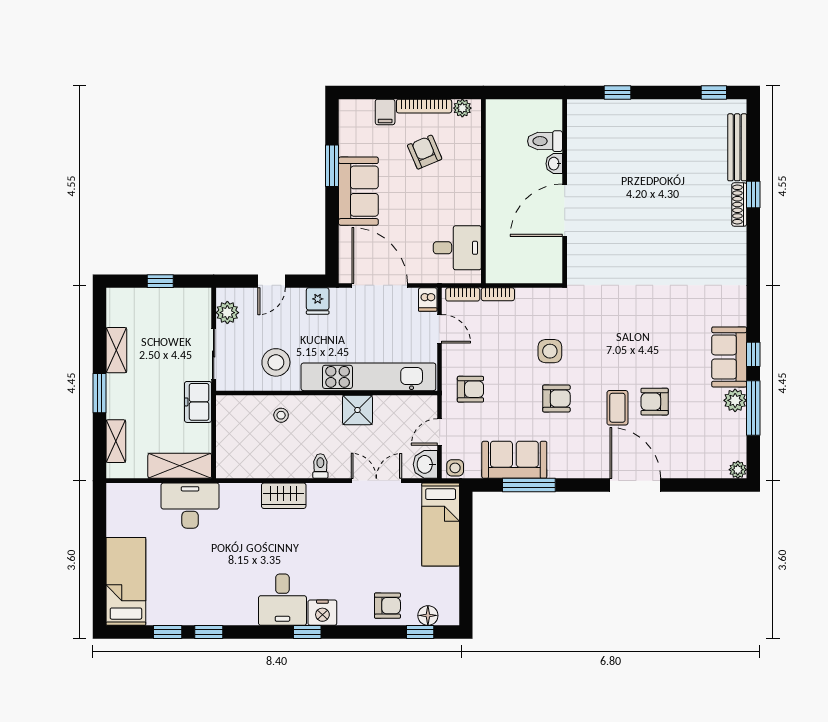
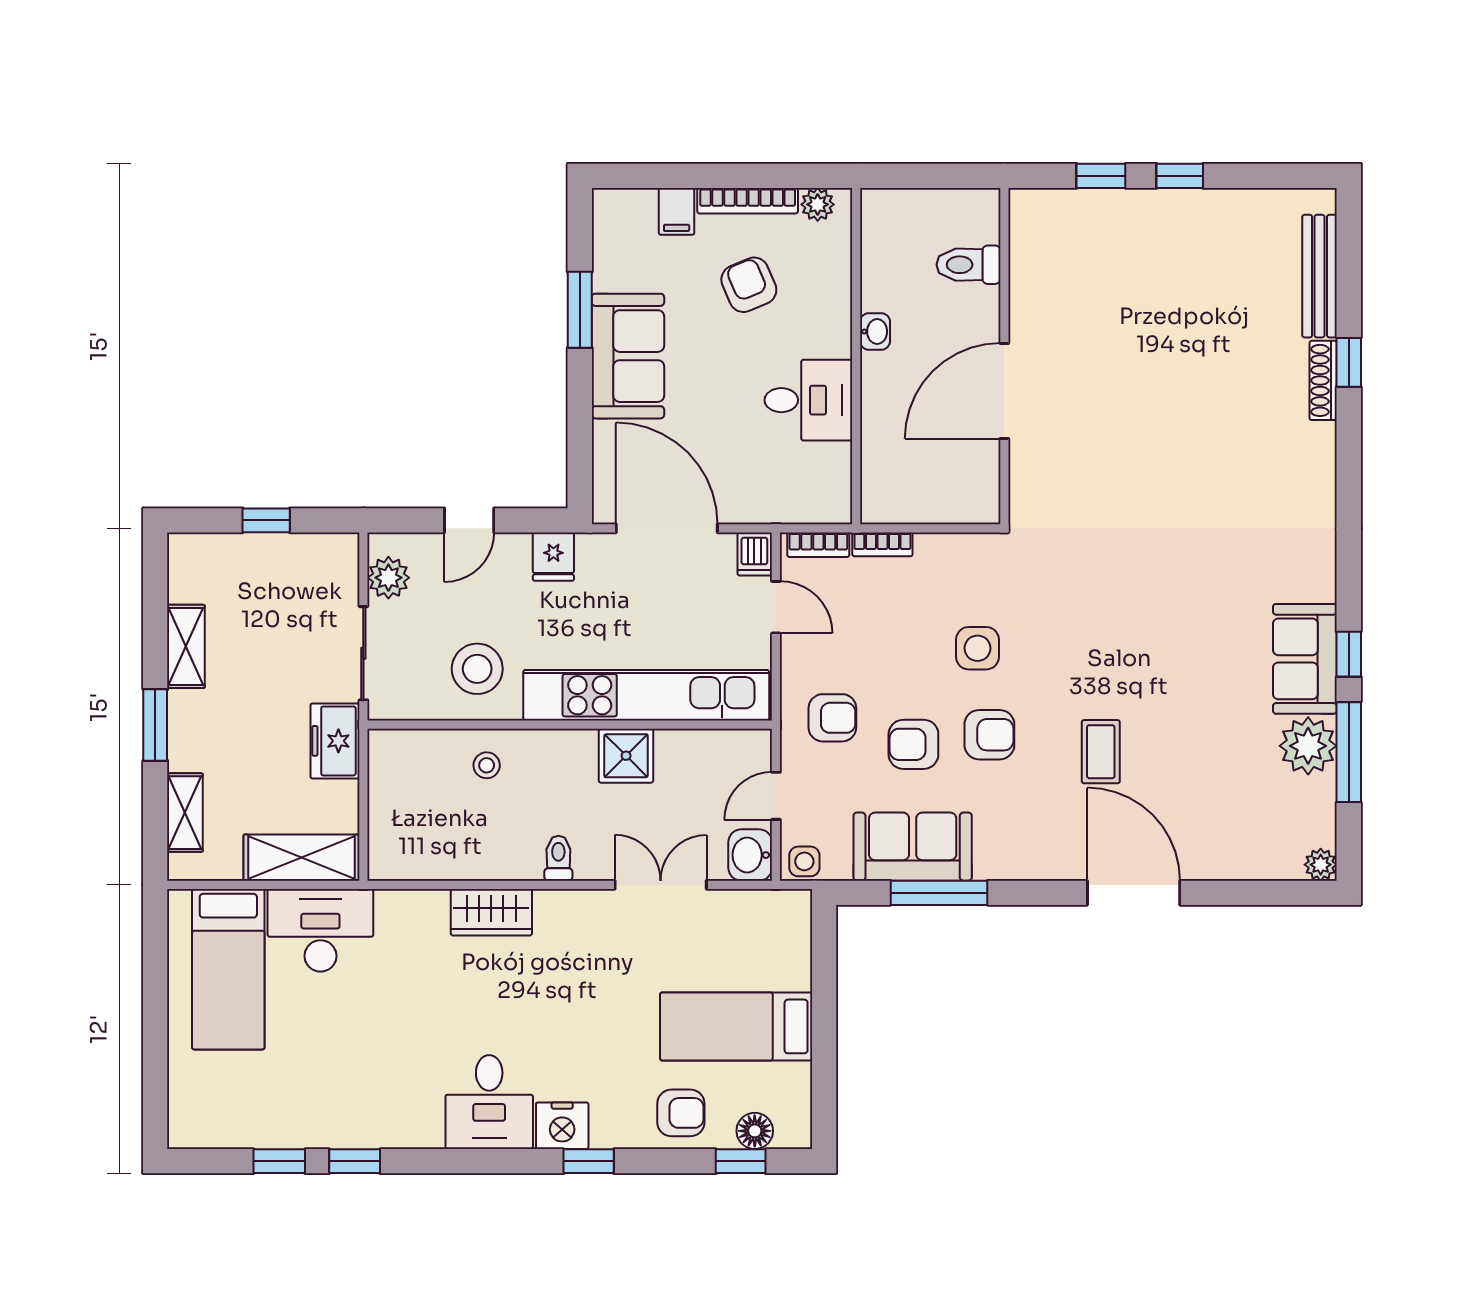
window: (714, 92) -> (1180, 176), moved
washbasin: (554, 164) -> (875, 331), moved, turned 180
desk: (457, 248) -> (808, 400), moved
plant: (735, 400) -> (1308, 746), width x1.36, depth x1.36
armchair: (655, 402) -> (913, 744), moved
bed: (441, 524) -> (736, 1026), moved, turned 90
bed: (126, 581) -> (228, 969), moved, turned 180
window: (307, 632) -> (589, 1161), moved

